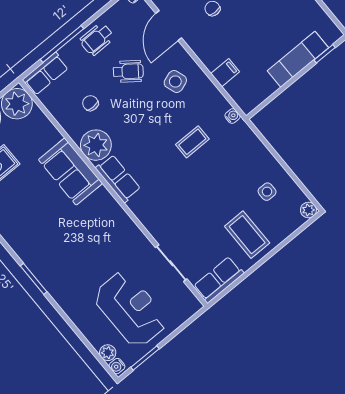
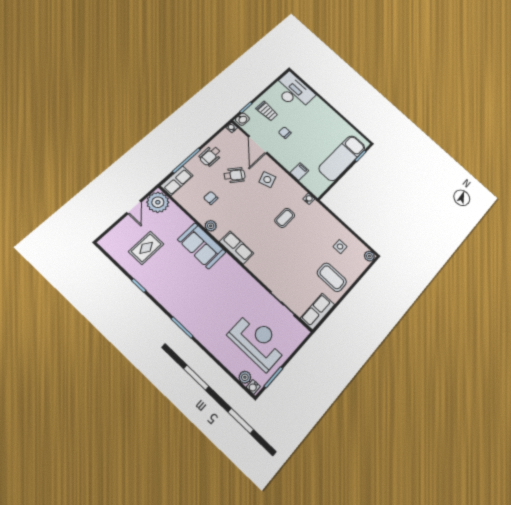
exam couch: (298, 59) -> (342, 158), width x1.36, depth x1.45
plant: (96, 145) -> (211, 226), width x0.53, depth x0.53

